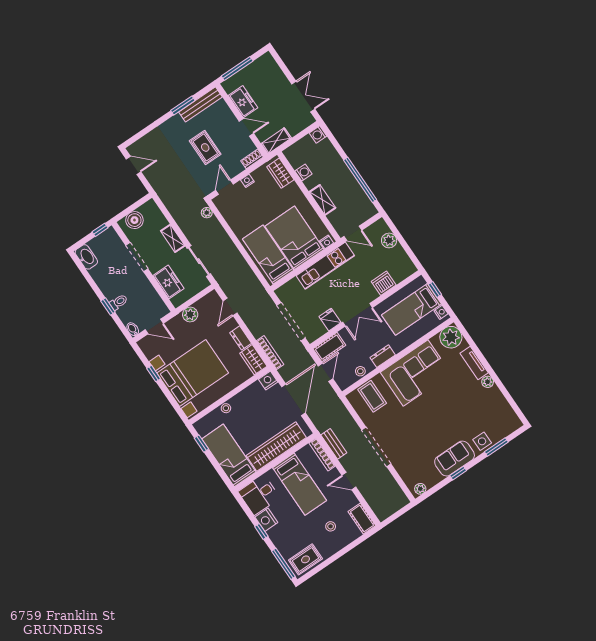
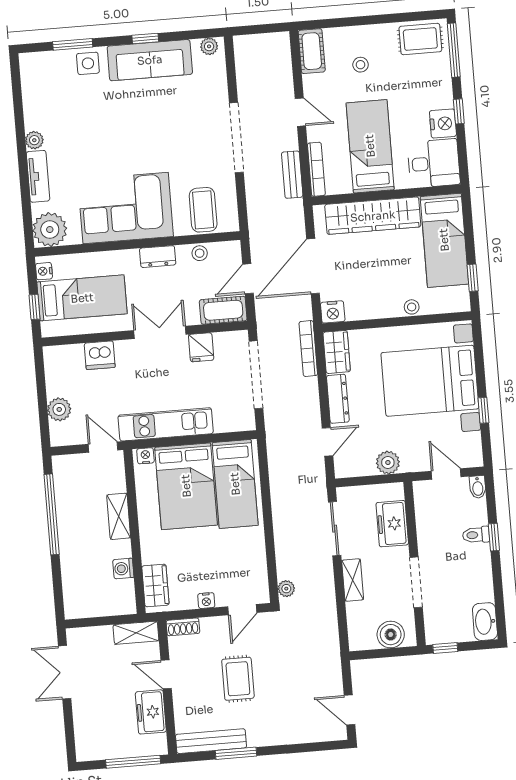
washing machine: (318, 134) -> (74, 609), removed
dresser: (241, 338) -> (338, 399), width x1.44
sofa: (455, 459) -> (150, 60), width x1.36

